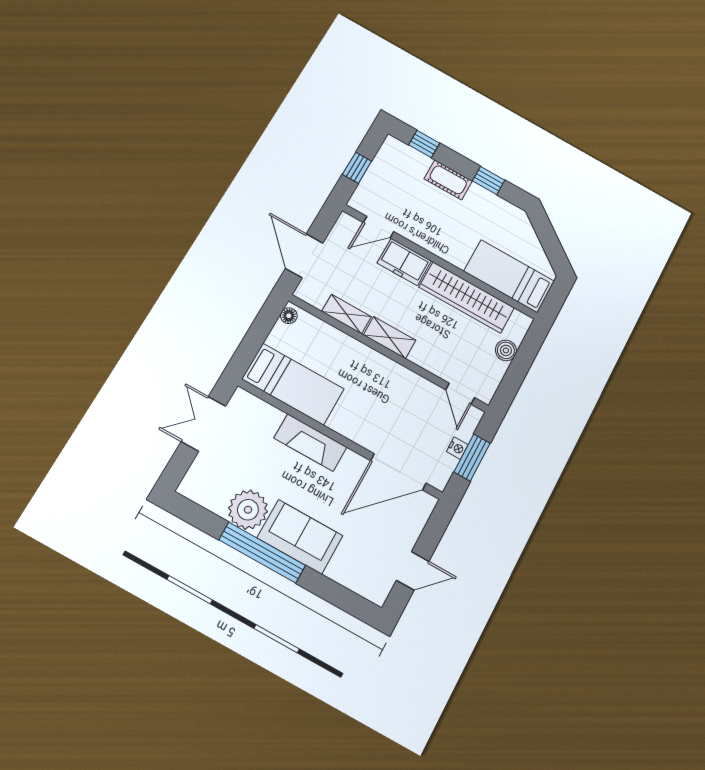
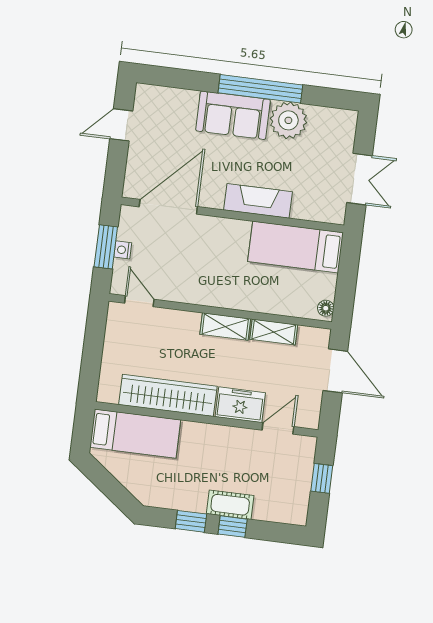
window: (424, 144) -> (233, 527), moved
boiler: (506, 350) -> (112, 360), removed

